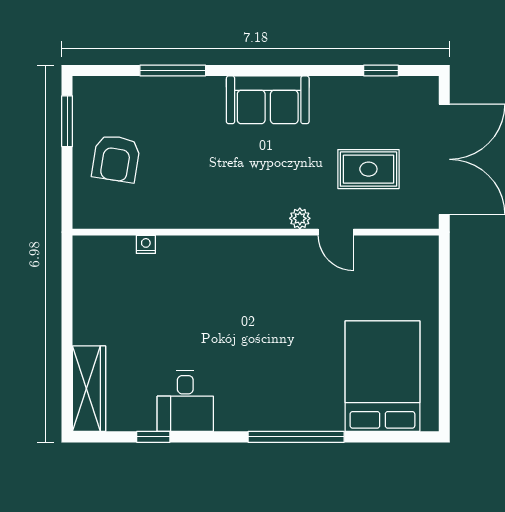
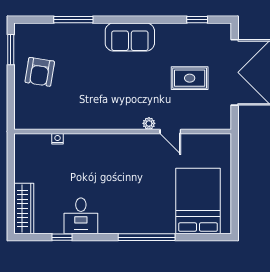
plant: (300, 218) -> (149, 123), moved
wall: (256, 232) -> (123, 132), moved
door: (336, 232) -> (170, 132), moved
nightstand: (146, 244) -> (57, 139), moved

